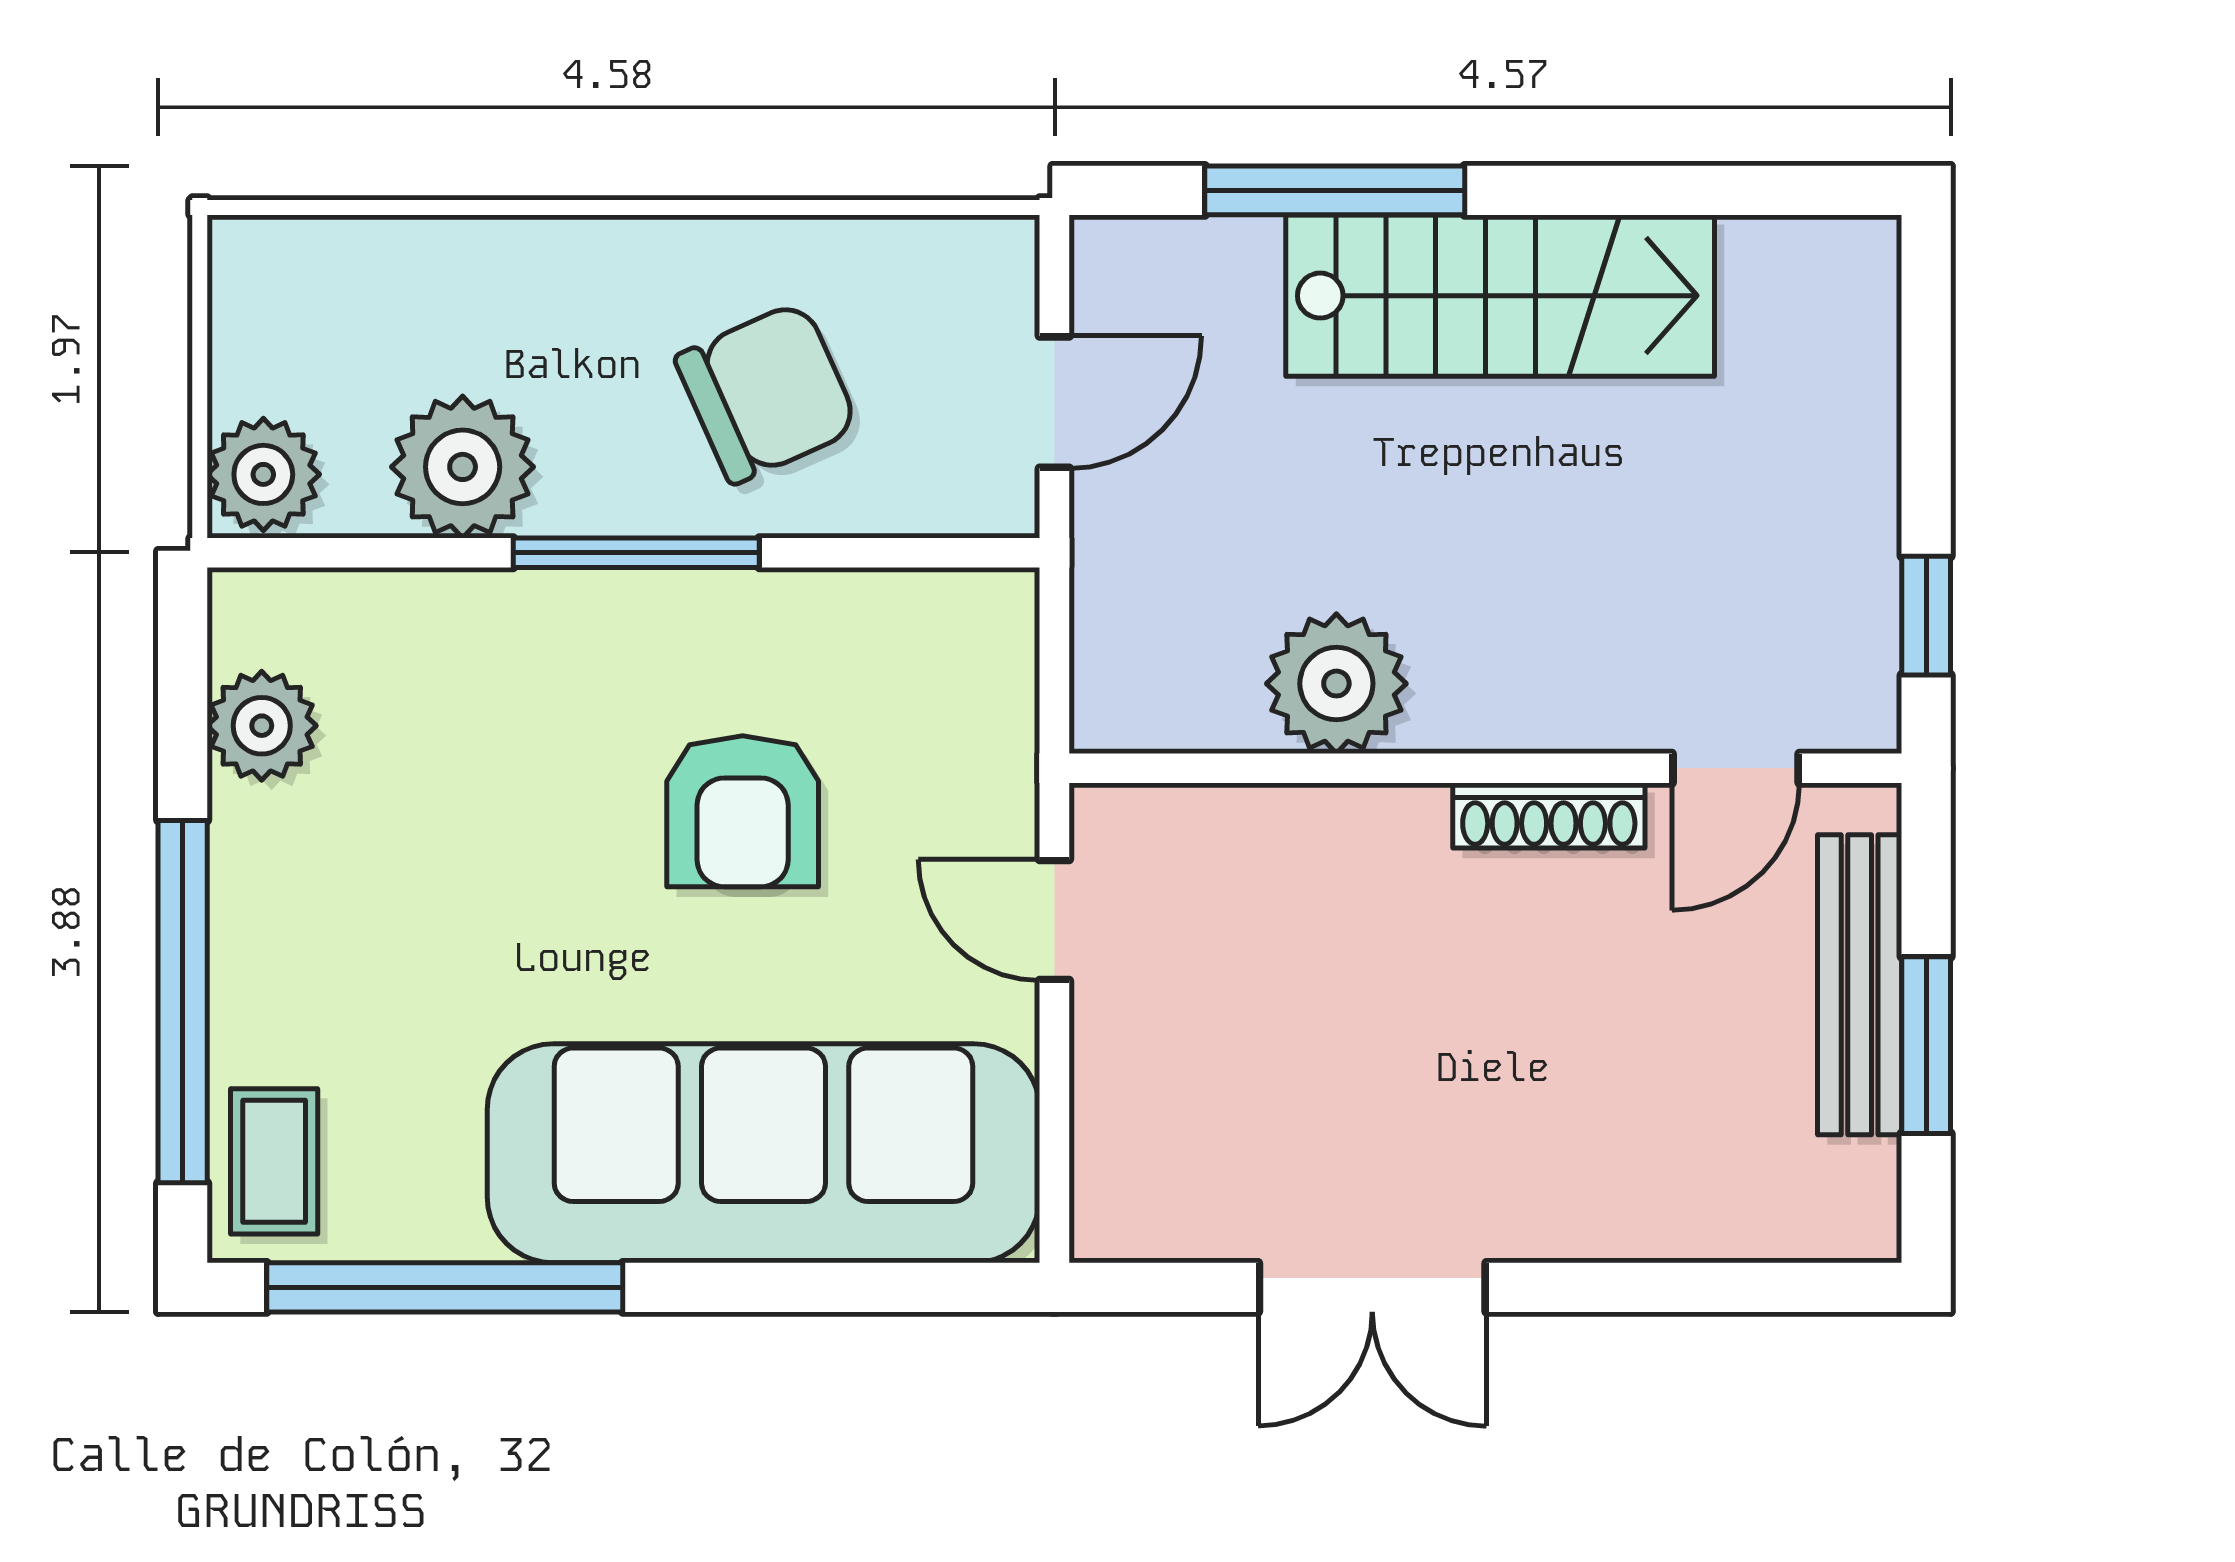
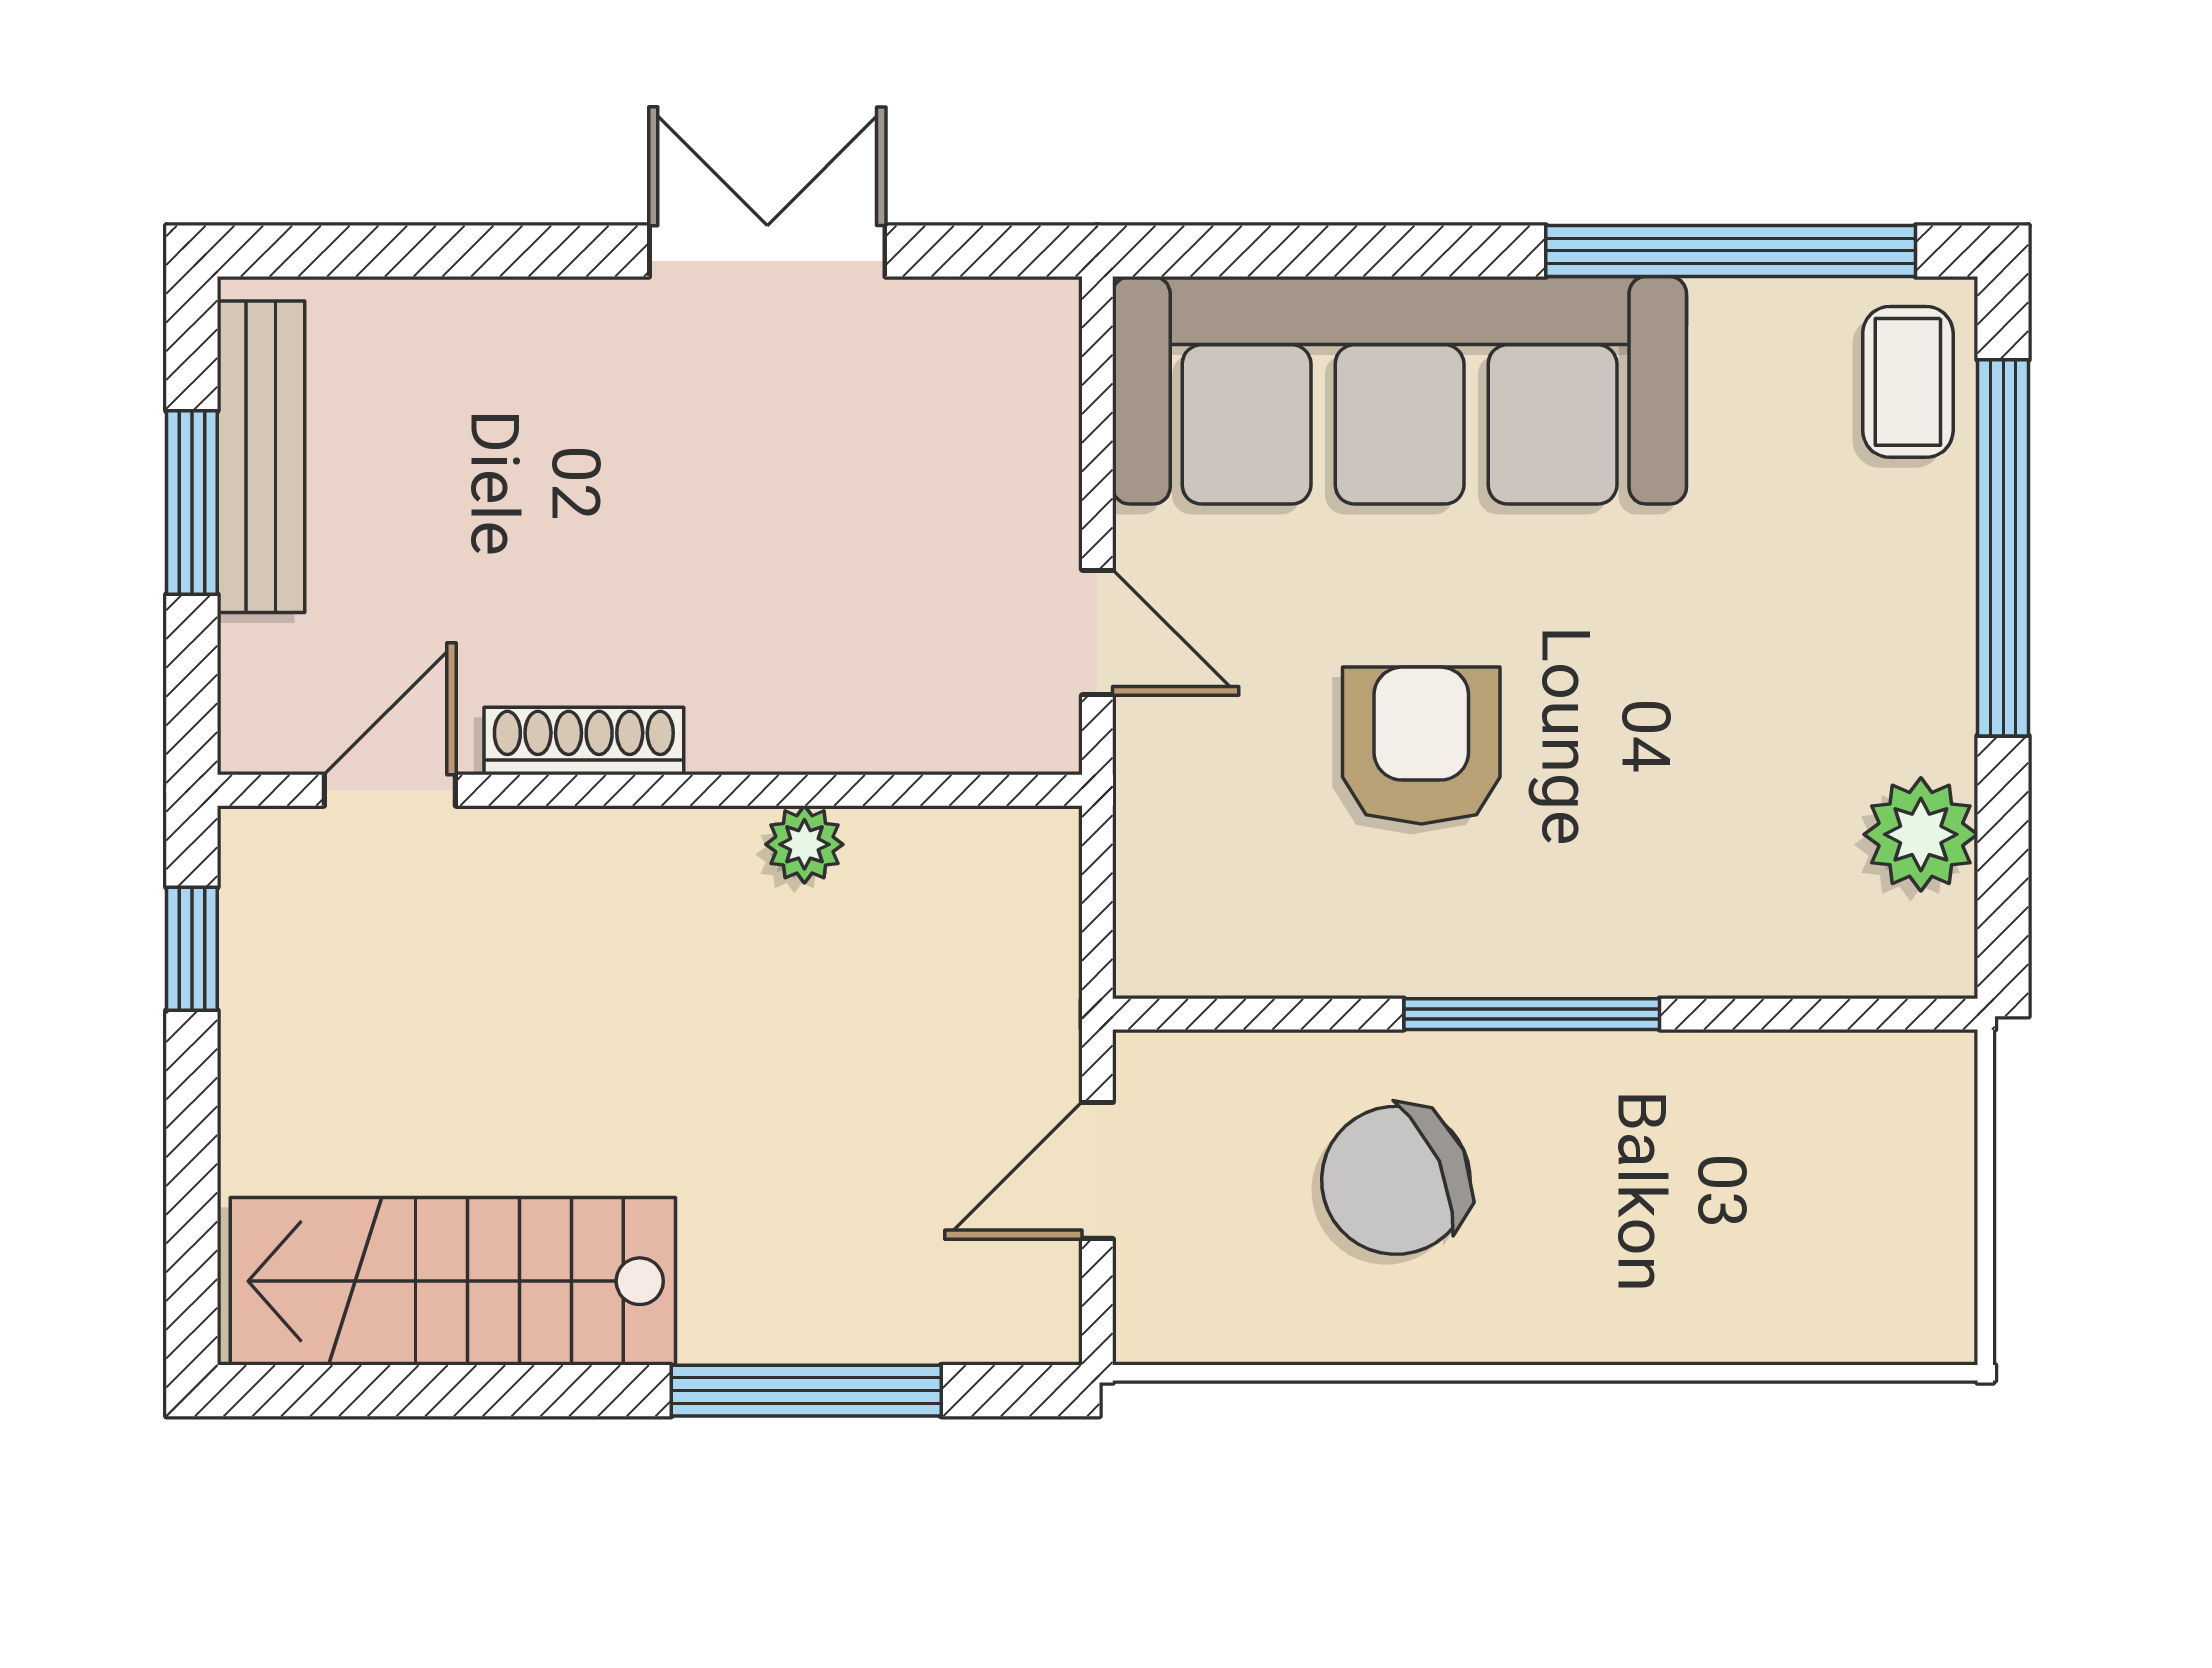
stairs: (1500, 296) -> (453, 1281), moved
plant: (463, 467) -> (1712, 1103), removed
plant: (263, 474) -> (1919, 1095), removed
plant: (1336, 684) -> (804, 844), width x0.53, depth x0.53
bench: (1860, 985) -> (261, 457), moved

